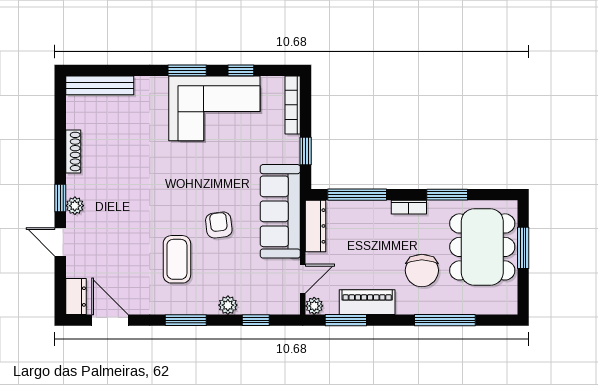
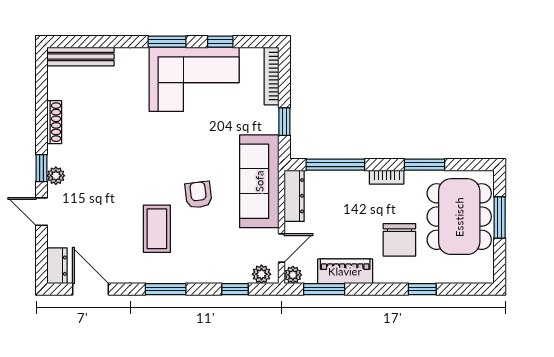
plant: (228, 305) -> (261, 274), moved
window: (445, 320) -> (422, 289), width x0.46

